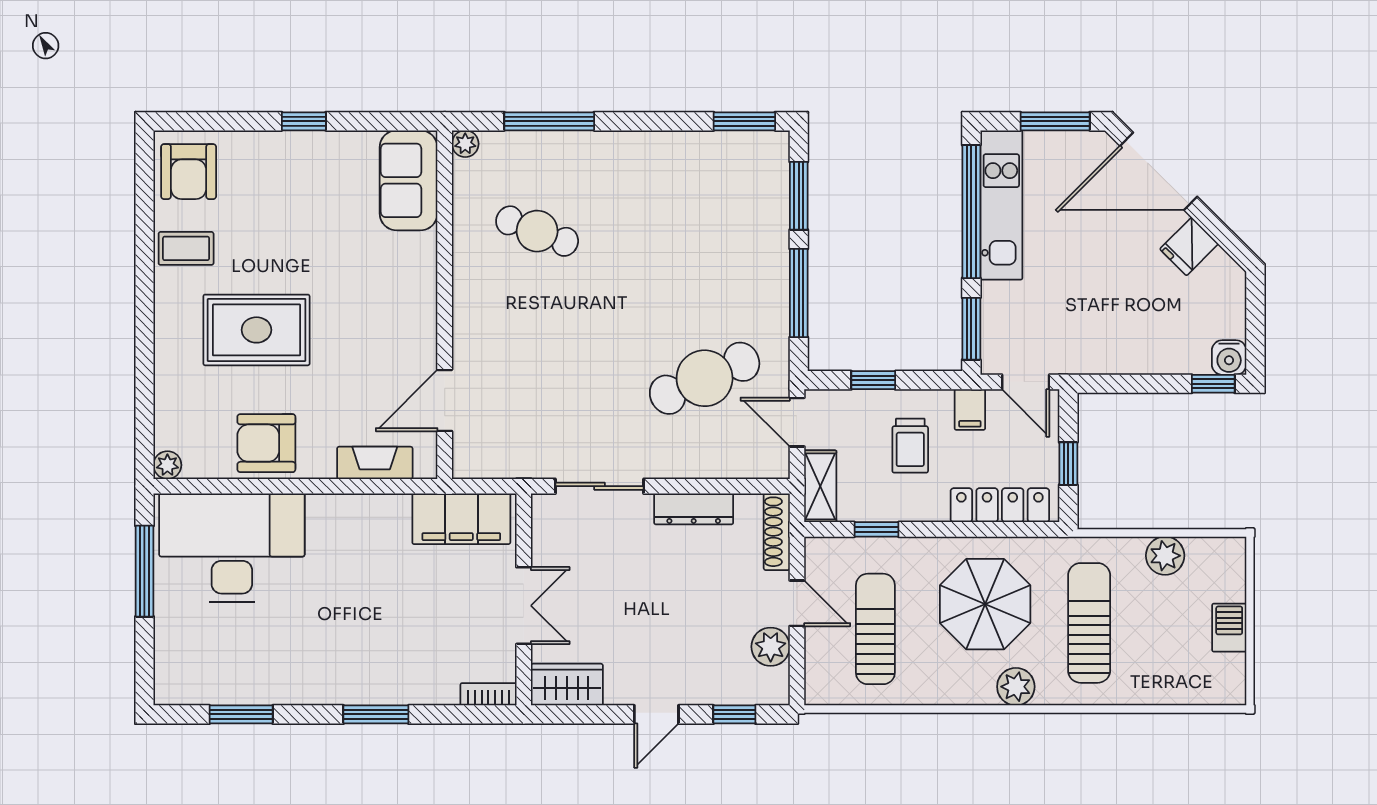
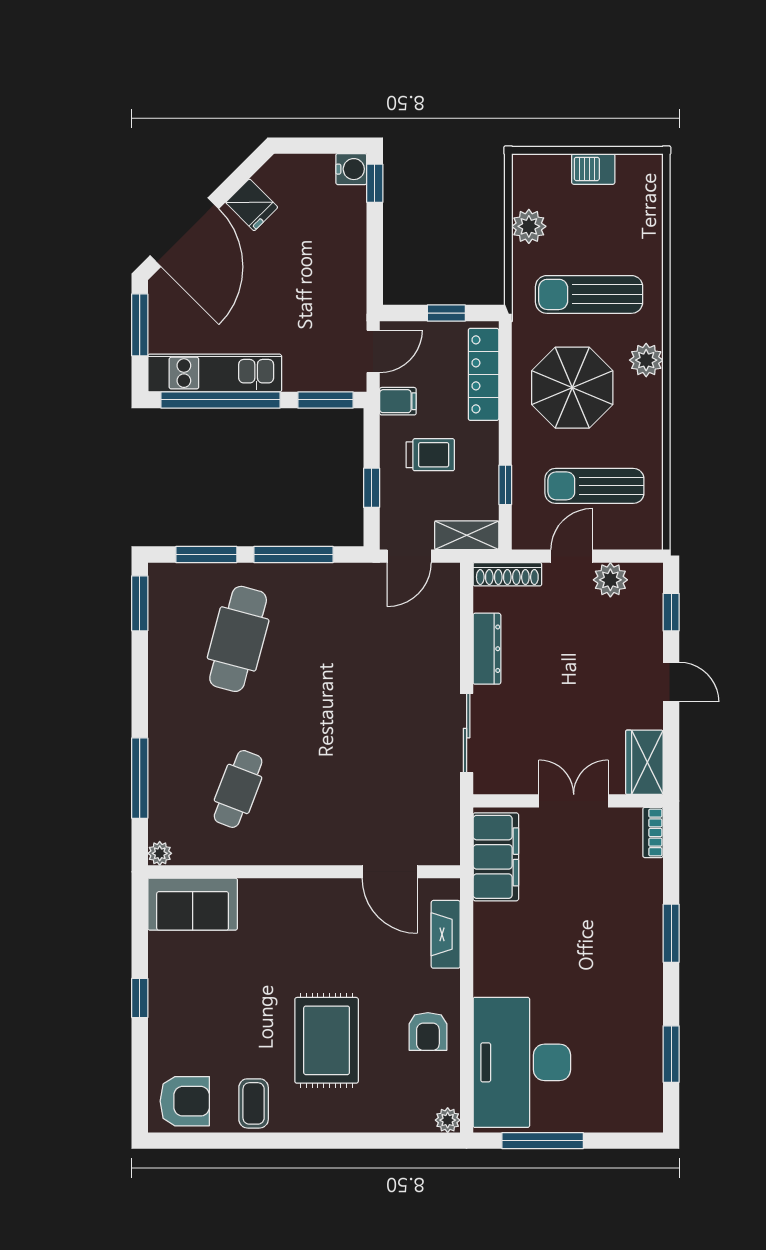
cafe table: (705, 378) -> (238, 639), moved, turned 39
armchair: (266, 443) -> (428, 1031), width x0.72, depth x0.72

